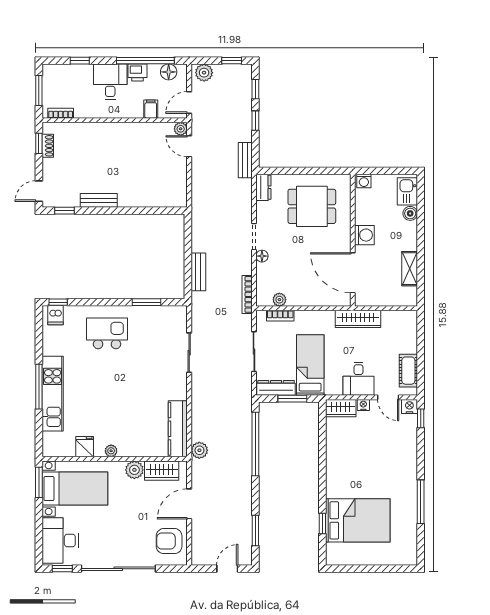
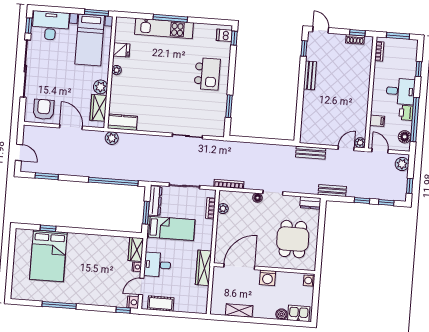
bench: (198, 272) -> (311, 153), moved
kitchen counter: (178, 429) -> (122, 122), width x0.67

